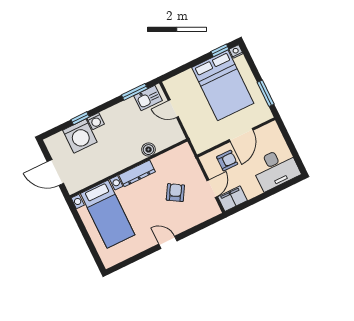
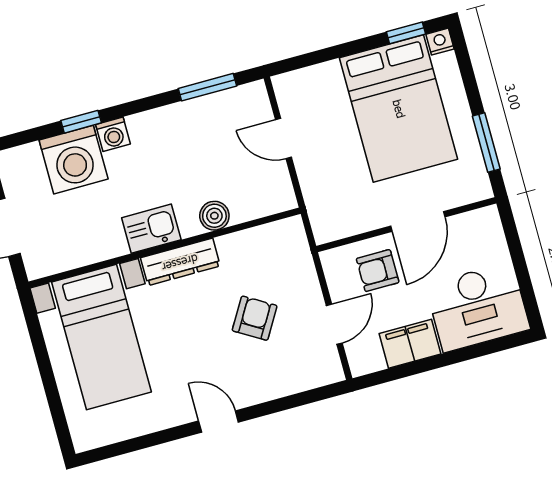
kitchen sink: (148, 98) -> (151, 229), moved, turned 180
armchair: (227, 161) -> (378, 271), turned 180
filing cabinet: (232, 199) -> (410, 344), moved

